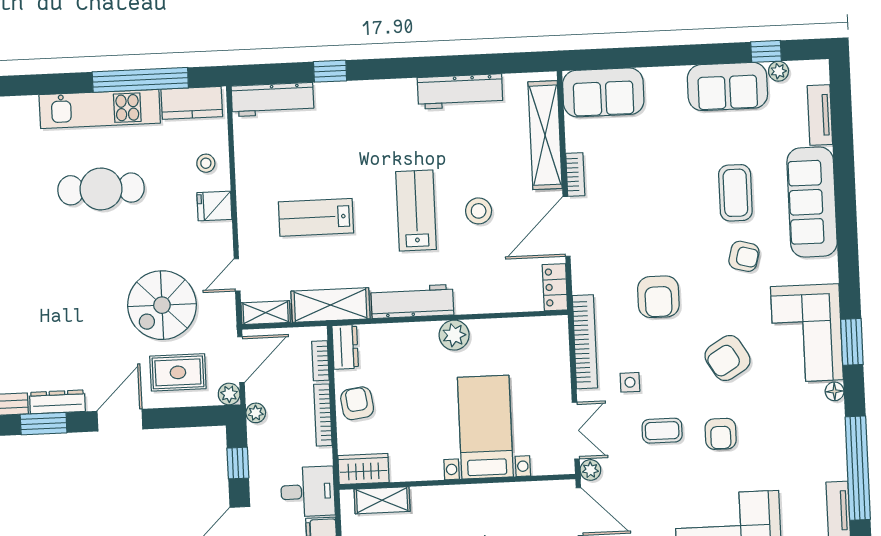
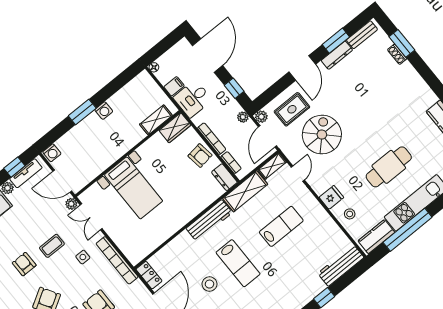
plant: (454, 335) -> (179, 219), removed

